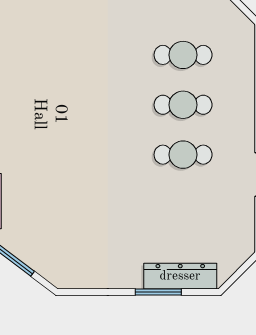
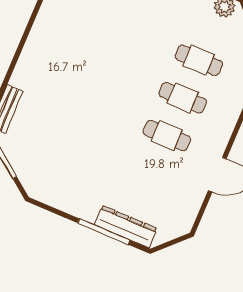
window: (158, 292) -> (104, 232), width x1.44

